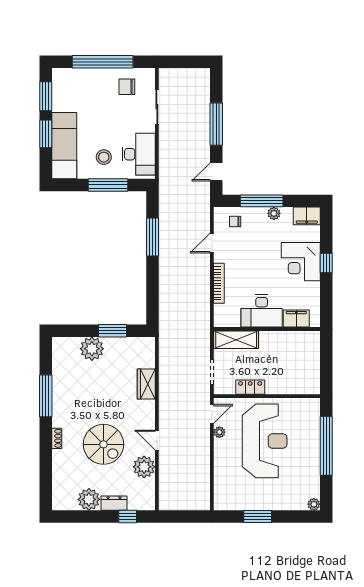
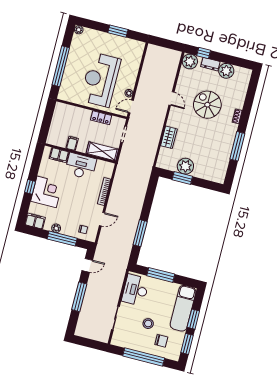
chair: (127, 87) -> (161, 341), moved
stool: (104, 157) -> (148, 324), moved
filing cabinet: (282, 340) -> (72, 143), added
plant: (92, 349) -> (185, 166), moved
plant: (144, 467) -> (190, 61), moved

